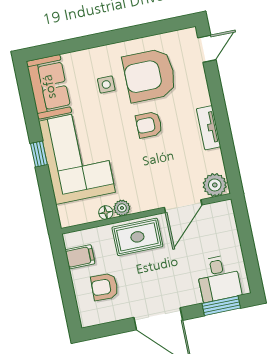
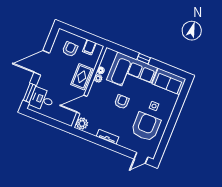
door: (207, 49) -> (141, 158), hinge flipped
armchair: (149, 125) -> (122, 102), moved
door: (183, 206) -> (82, 104), hinge flipped

